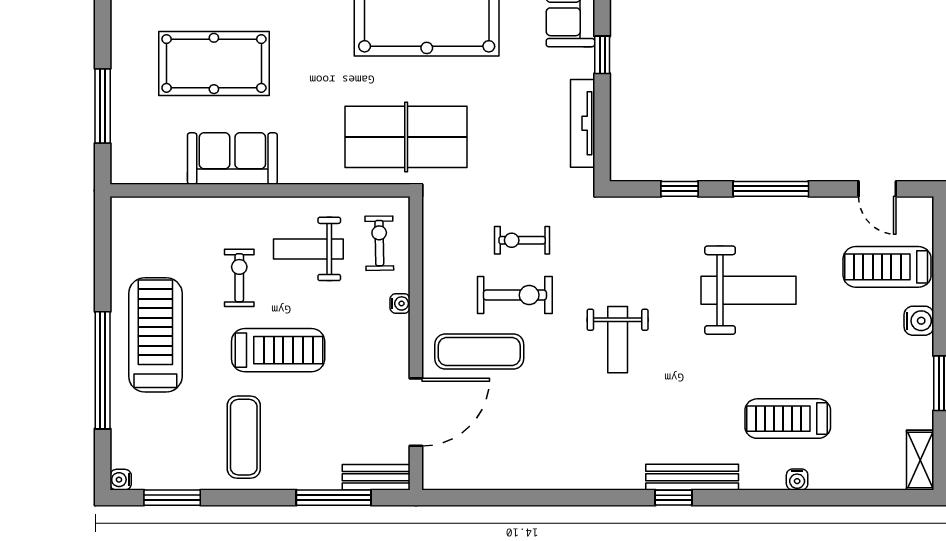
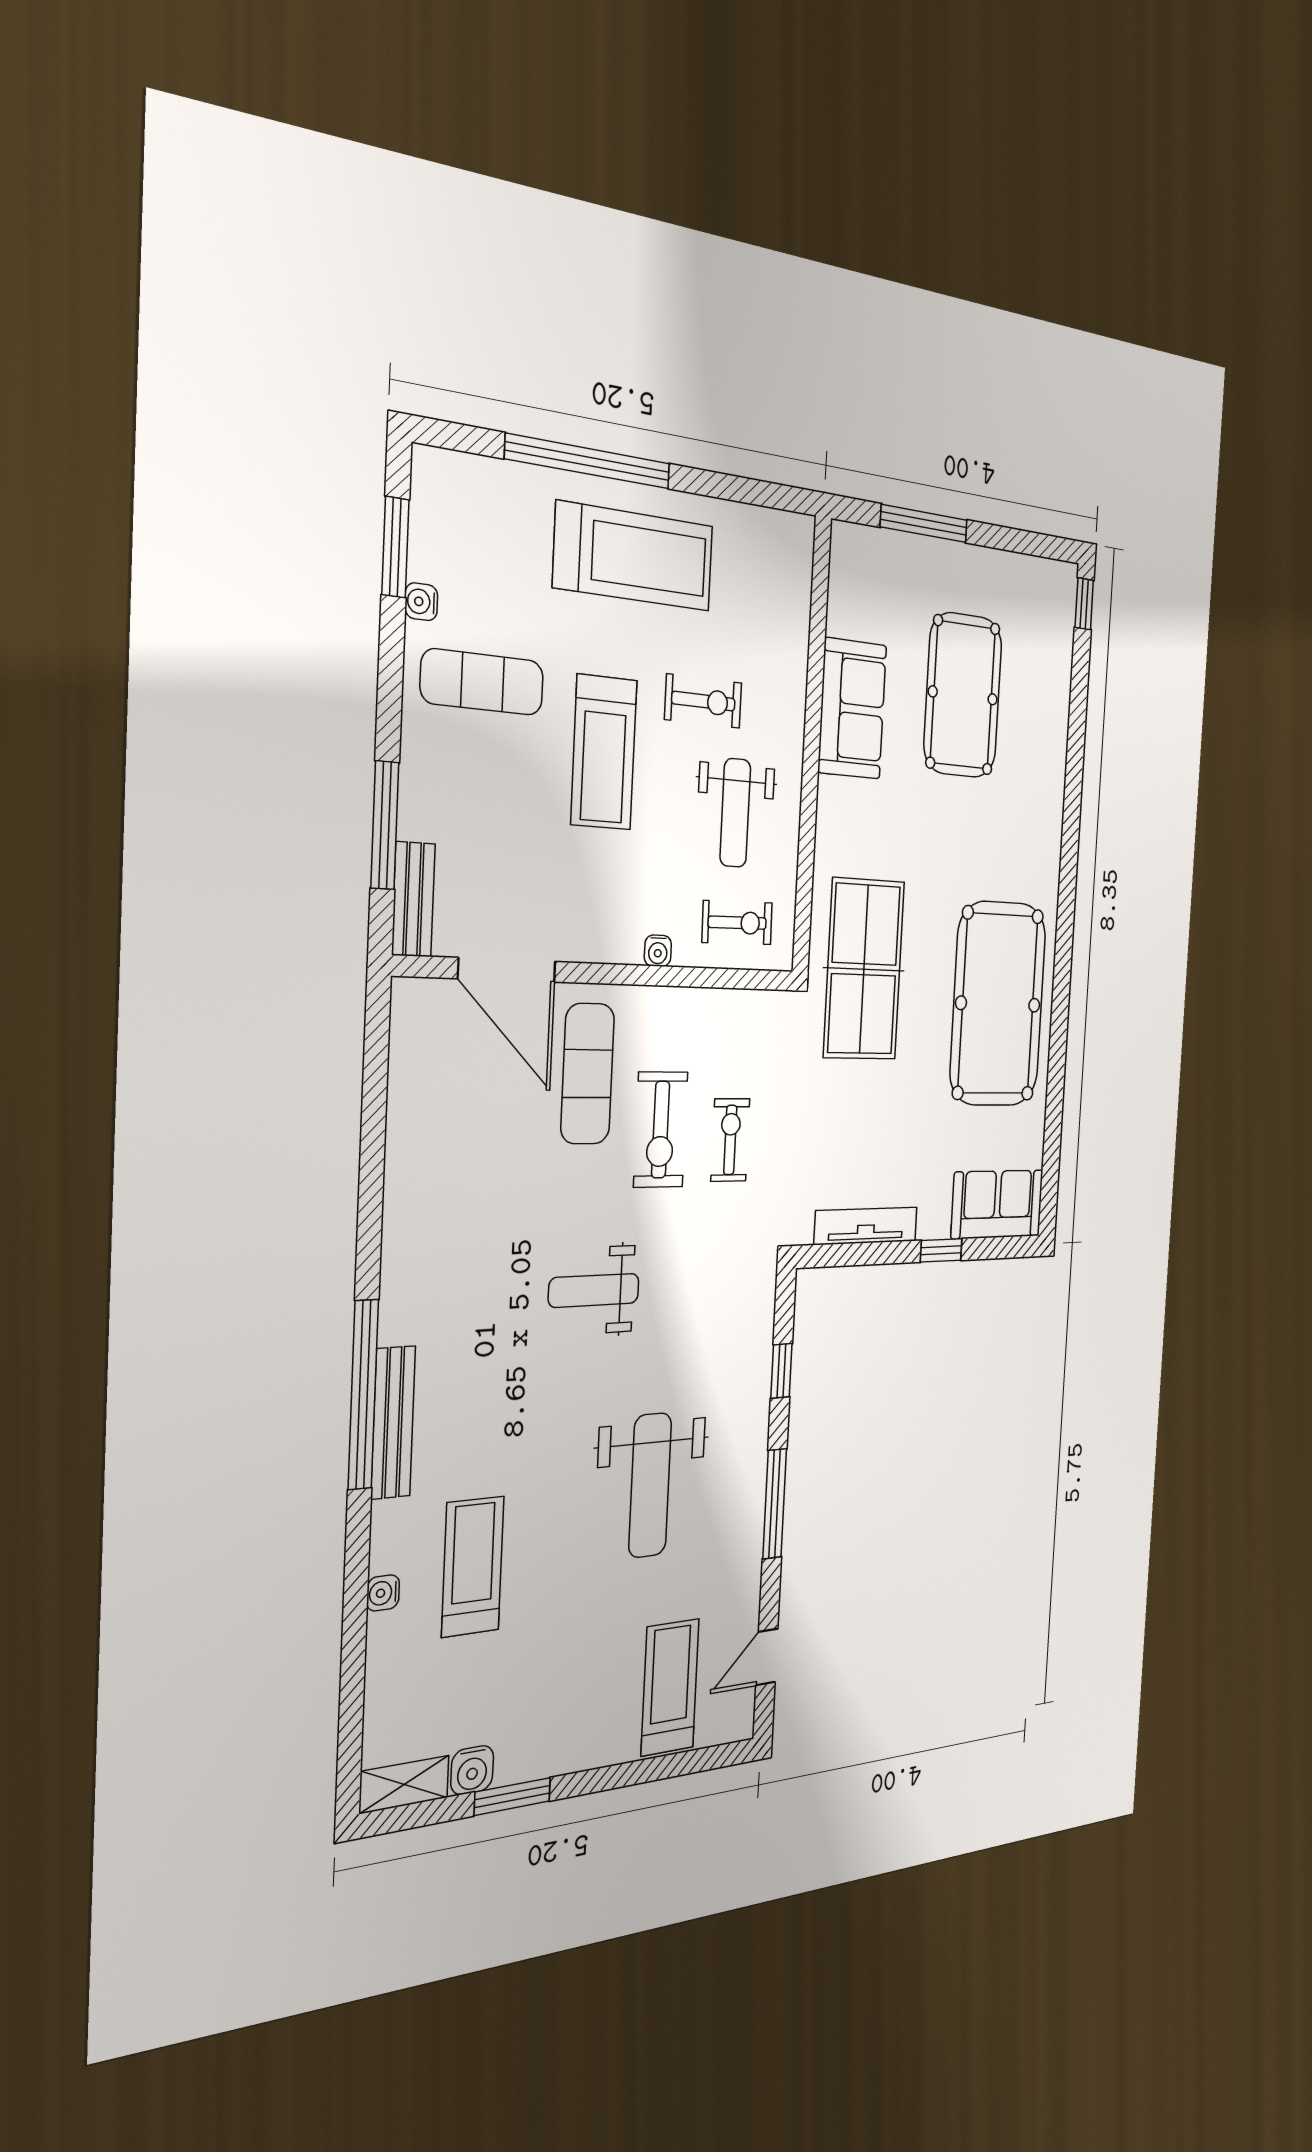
weight bench: (308, 249) -> (735, 813), turned 180
water cooler: (919, 321) -> (472, 1770), moved
water cooler: (121, 480) -> (421, 602), moved, turned -90
window: (674, 498) -> (363, 1395), width x3.17

